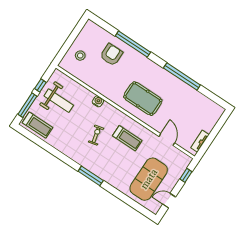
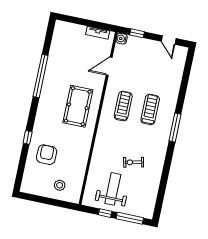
window: (133, 44) -> (28, 137), width x0.32
armchair: (111, 55) -> (47, 155), turned 90
water cooler: (98, 101) -> (122, 39), moved
treadmill: (37, 125) -> (150, 109), moved
exercise bike: (96, 135) -> (134, 162), moved
exercise mat: (149, 179) -> (155, 69), removed

